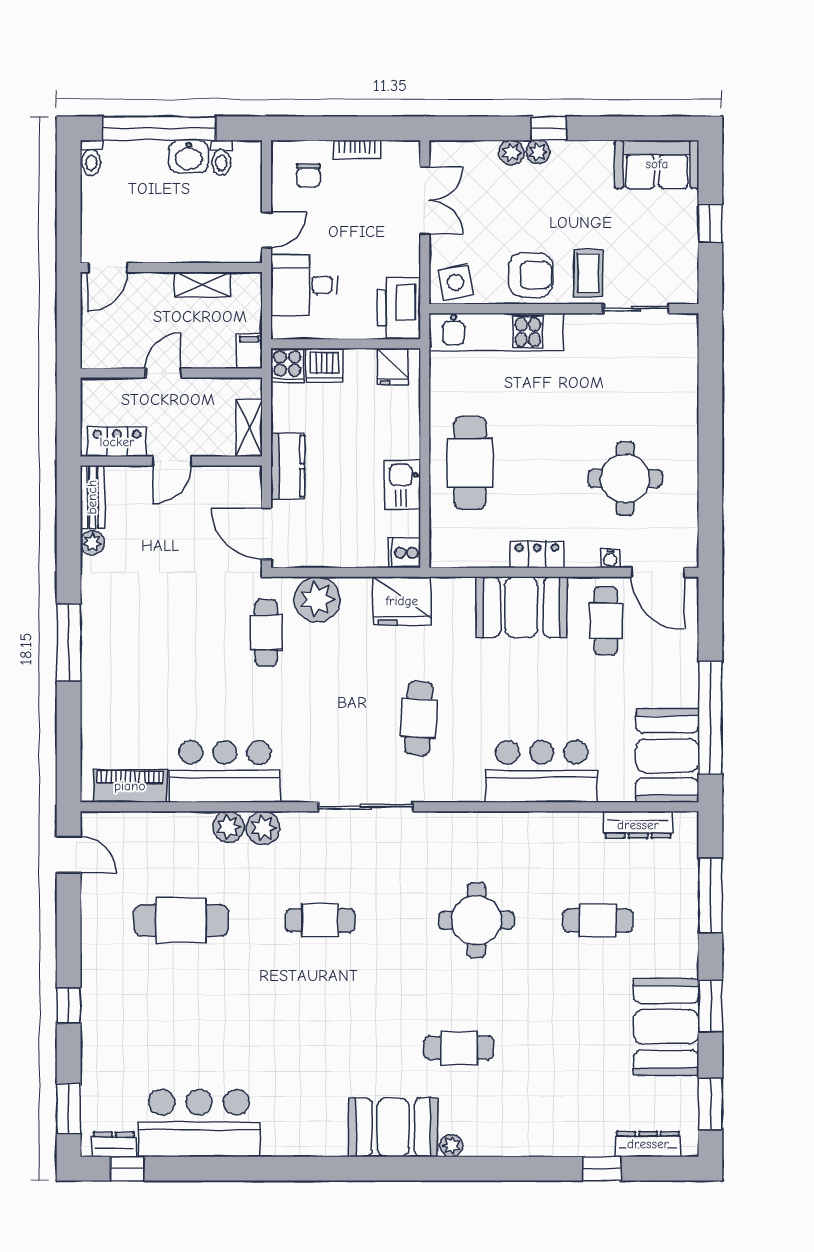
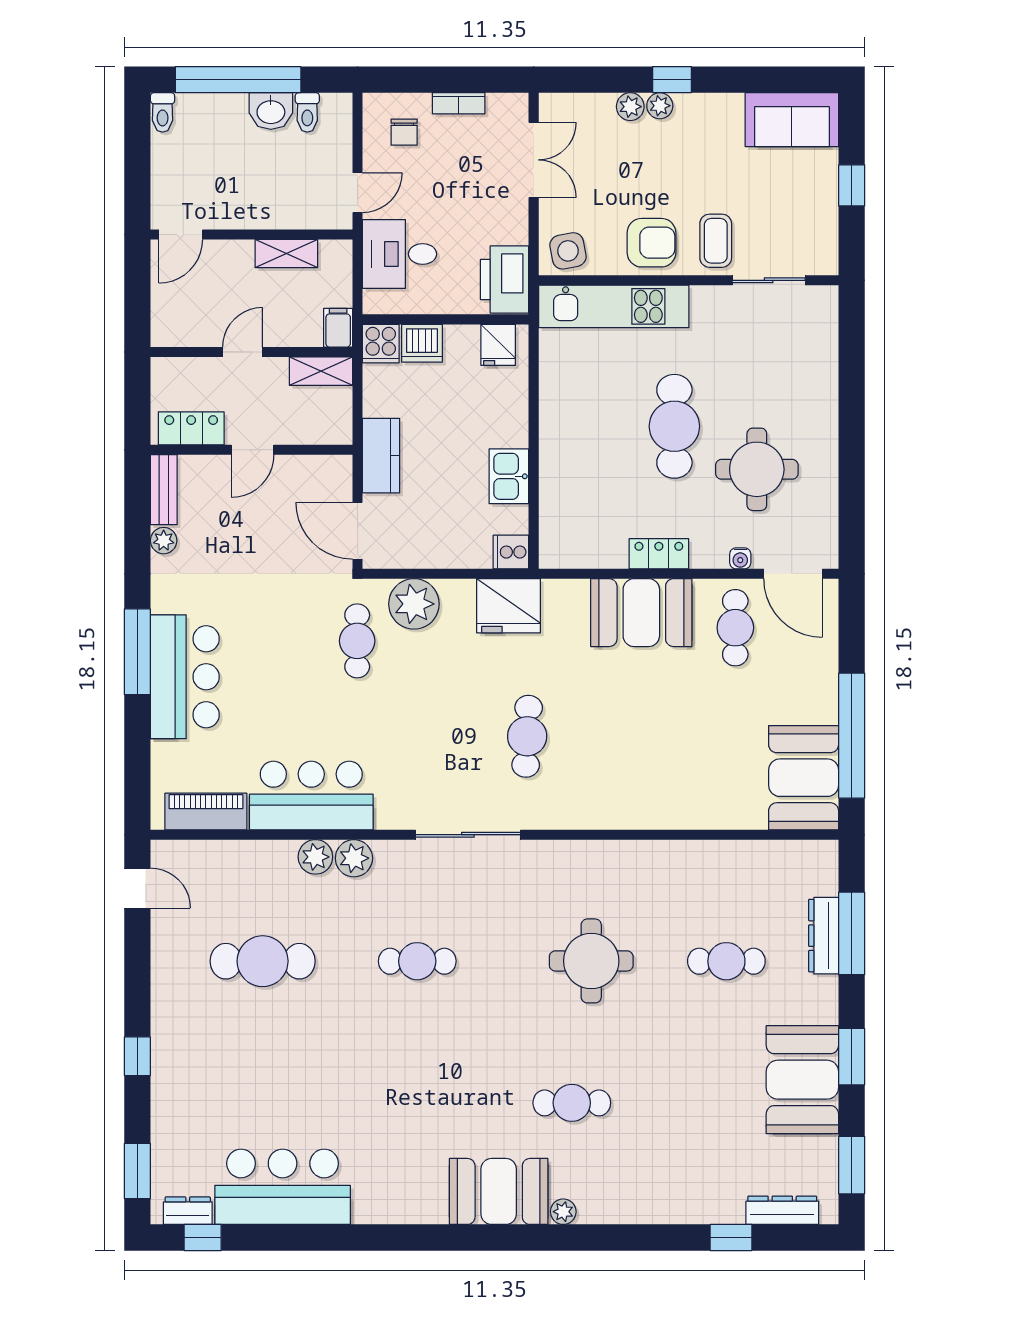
shelving: (249, 428) -> (321, 371), moved, turned 90
cafe table: (470, 463) -> (674, 426), moved
bar counter: (542, 771) -> (185, 677), moved, turned 90
dresser: (638, 825) -> (824, 936), moved, turned 90

